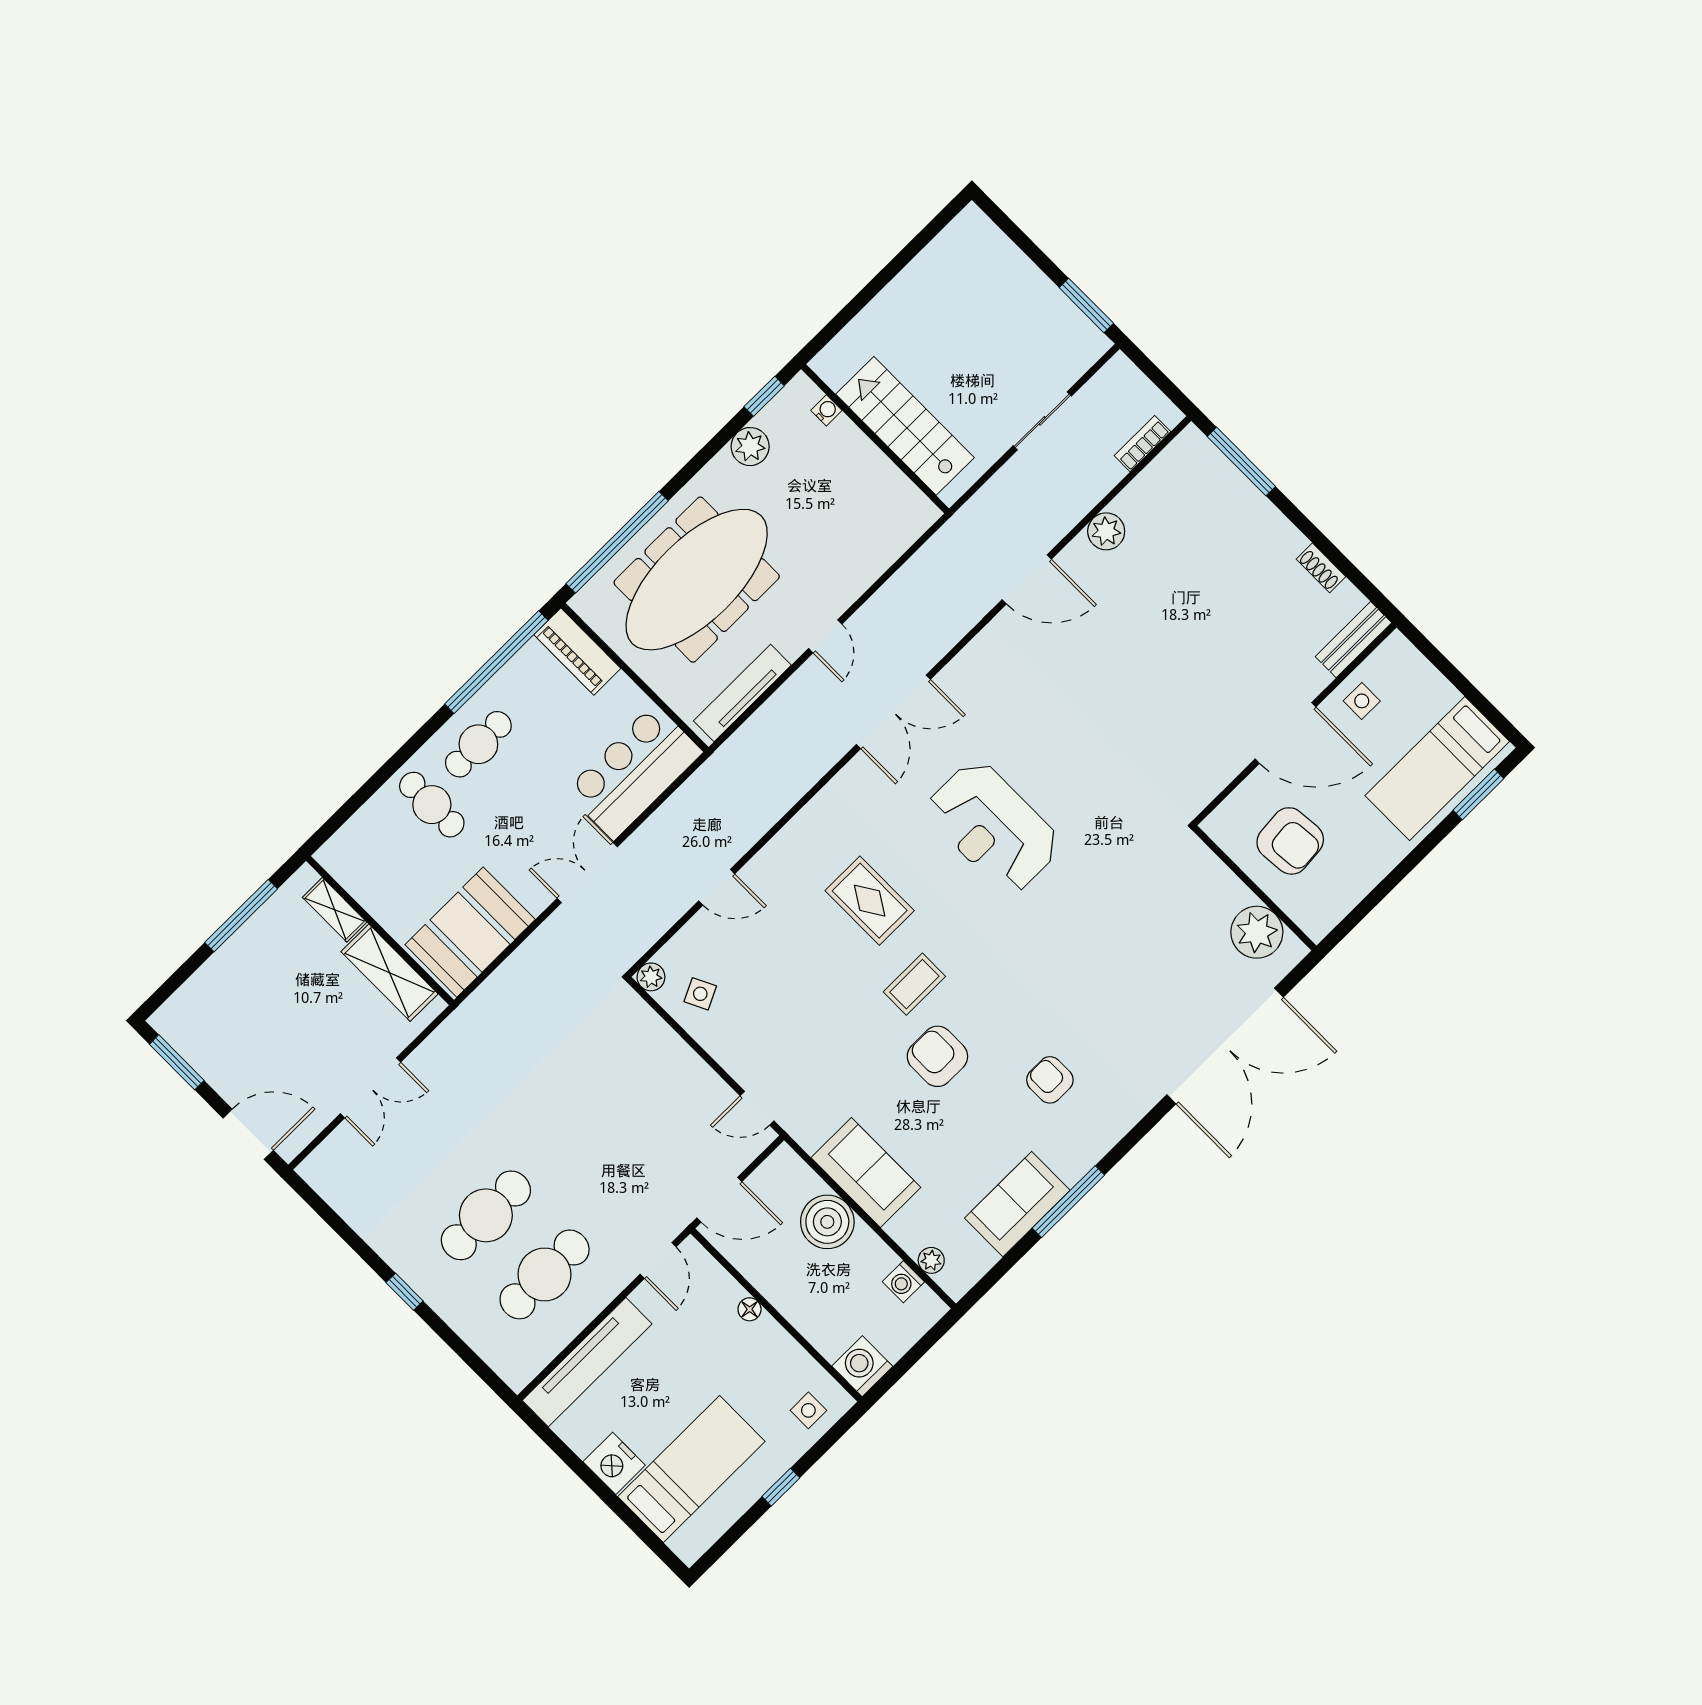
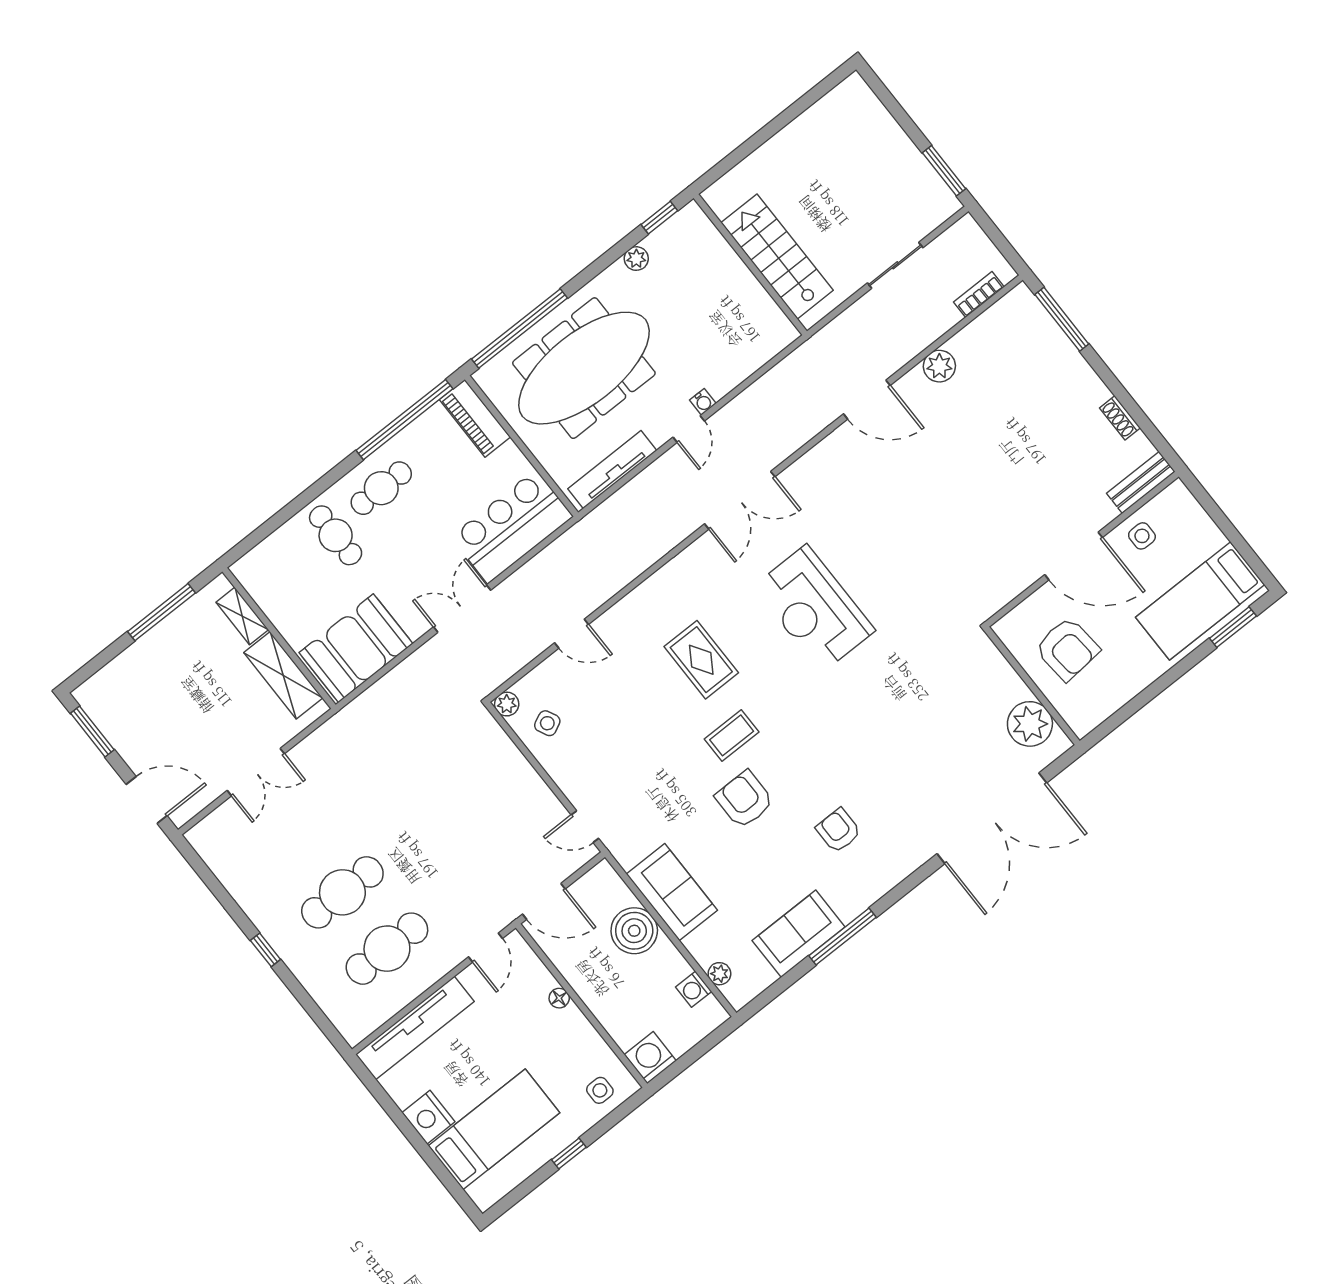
water cooler: (826, 410) -> (703, 402), moved, turned 90
plant: (750, 447) -> (636, 259), width x0.73, depth x0.73

